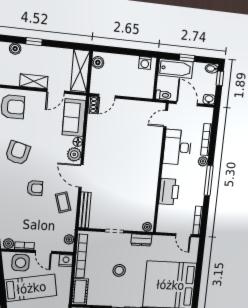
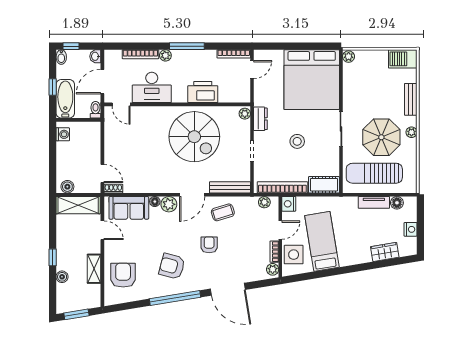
shelving: (34, 81) -> (94, 269), moved
spiral stairs: (132, 182) -> (194, 137), added

